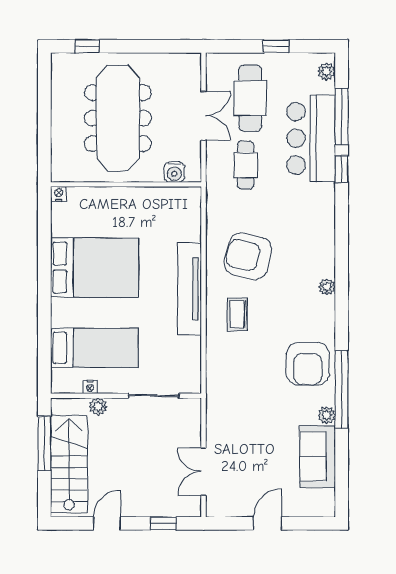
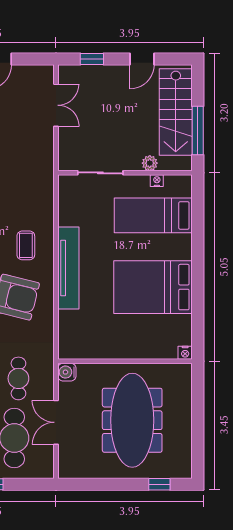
water cooler: (174, 172) -> (67, 372), moved, turned -90

